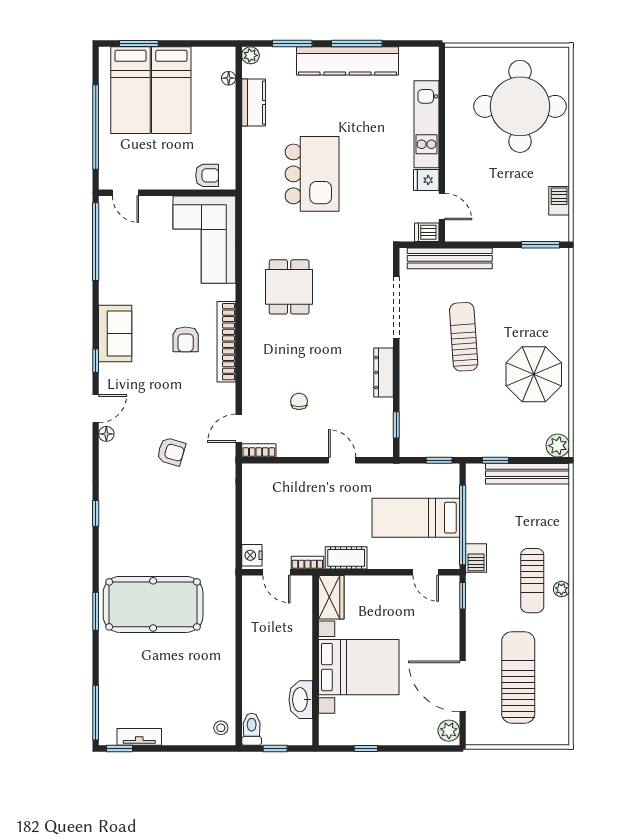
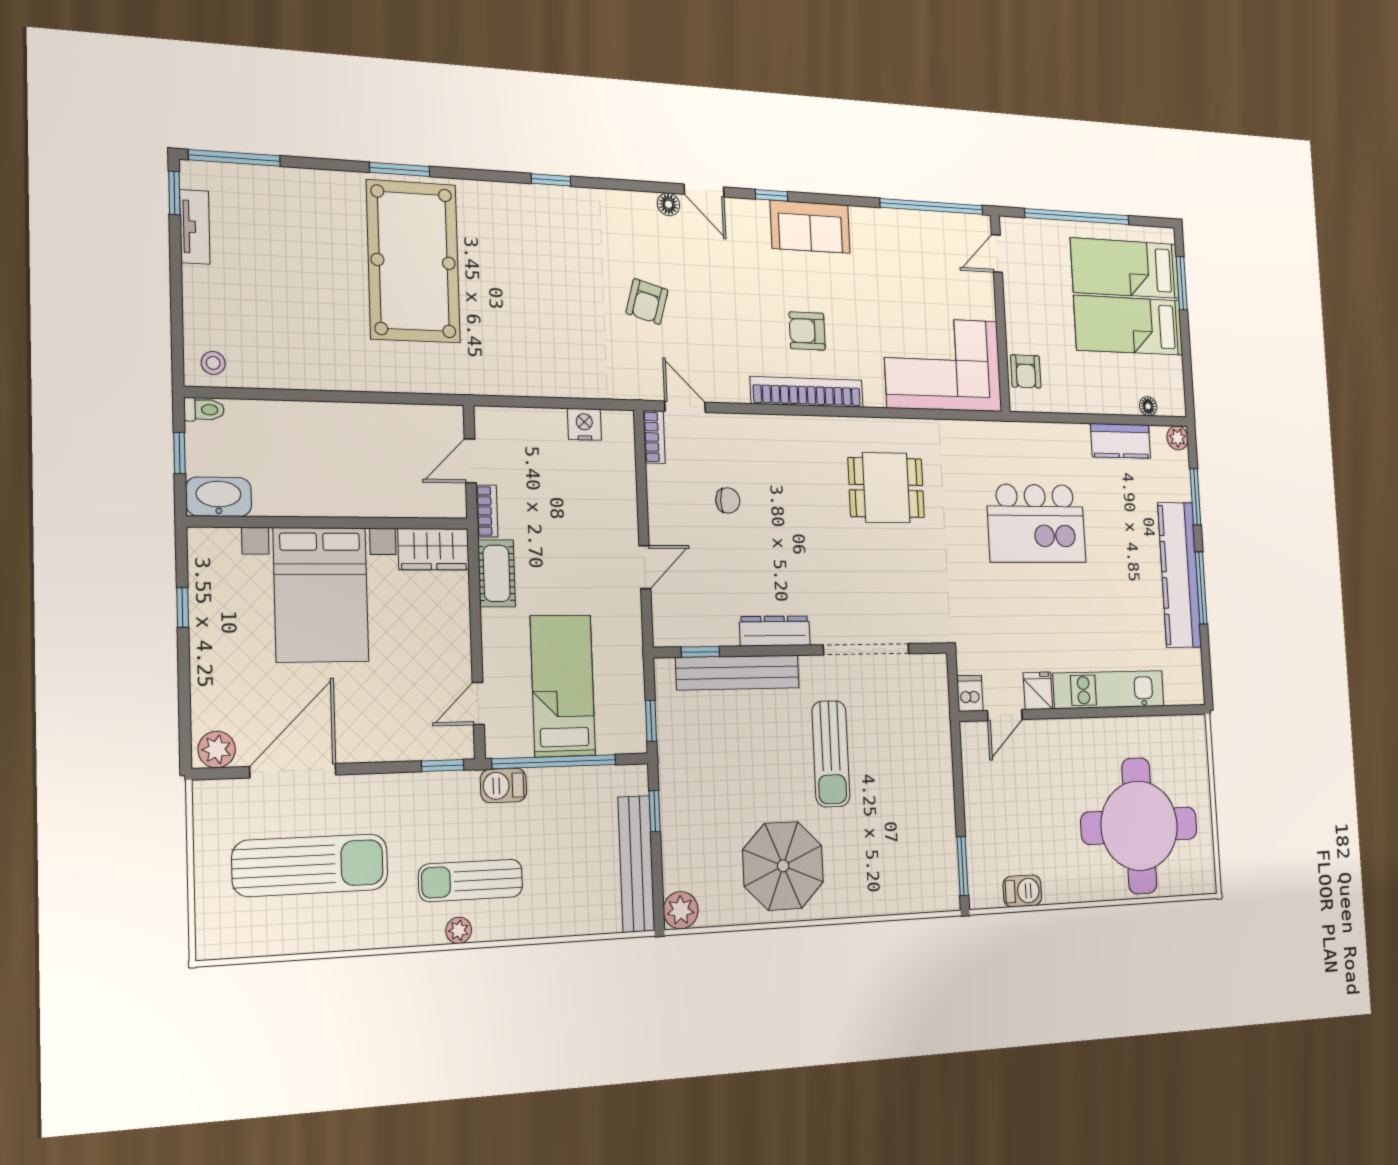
bench: (450, 258) -> (738, 673), moved, turned 90
sun lounger: (464, 337) -> (831, 754), turned 94
nightstand: (252, 555) -> (584, 424), moved
washbasin: (301, 700) -> (219, 497), moved
toilet: (252, 729) -> (204, 410), width x0.73, depth x0.72

